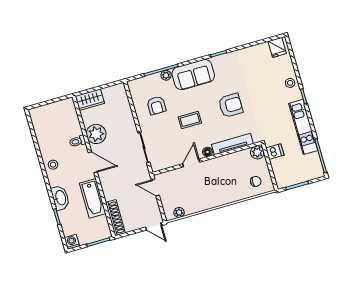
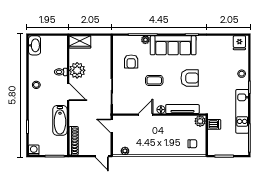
sofa: (193, 75) -> (173, 45), width x1.36
washbasin: (60, 198) -> (35, 45), moved

